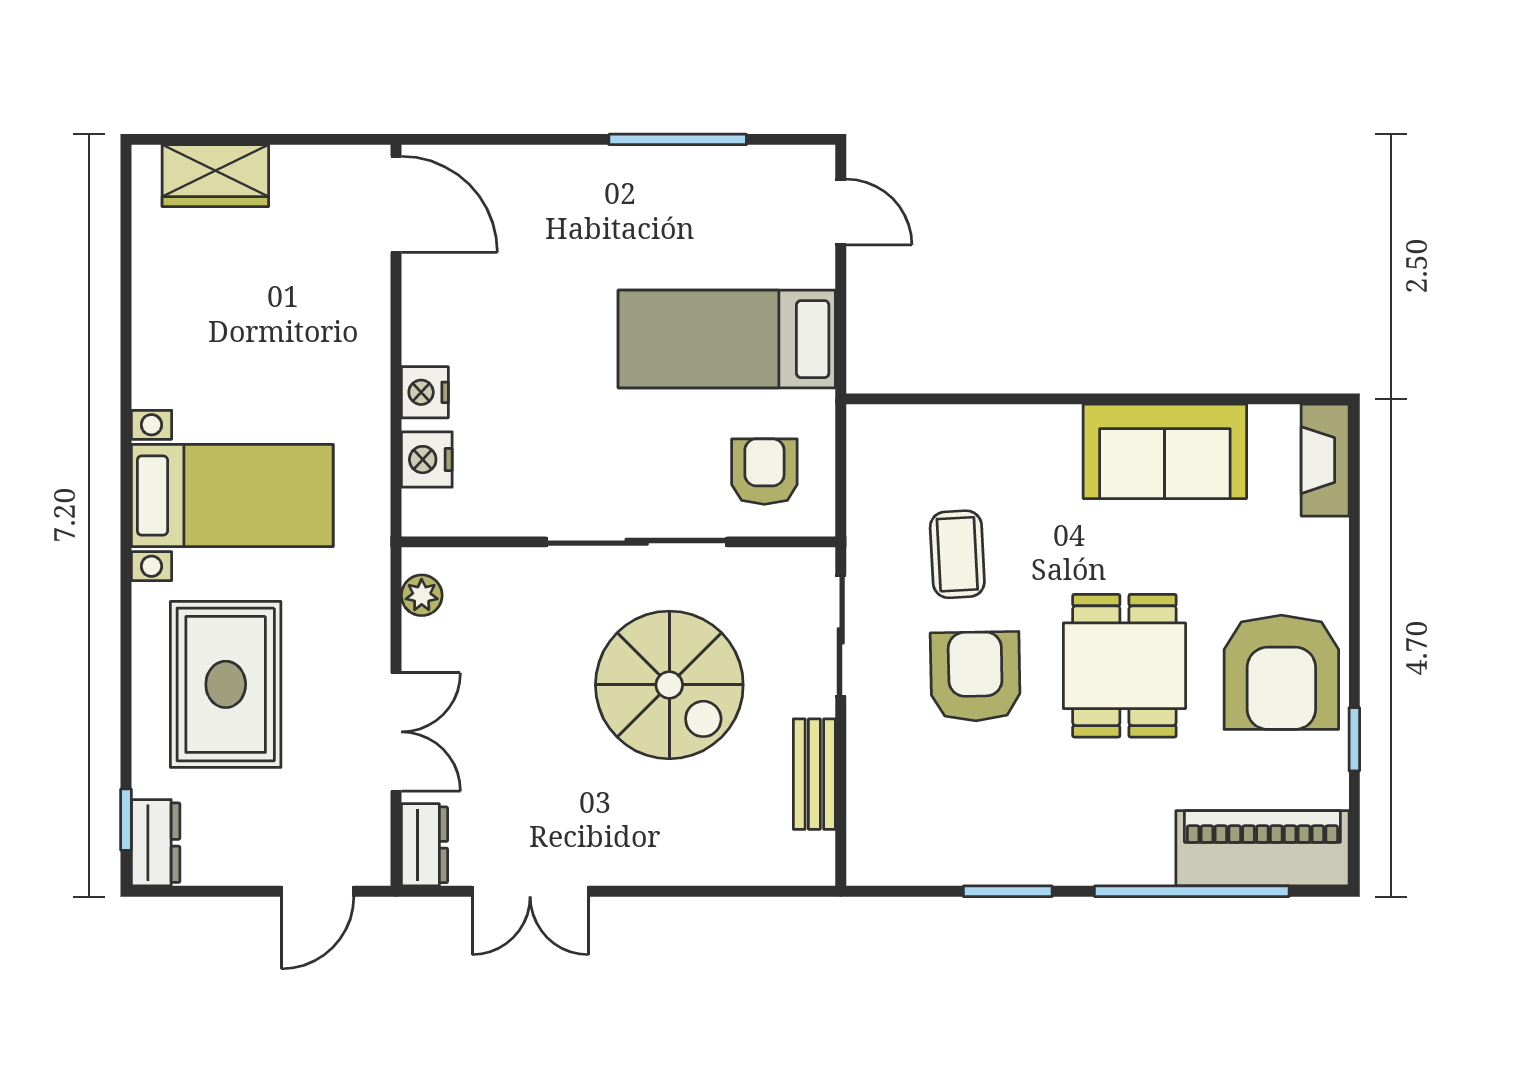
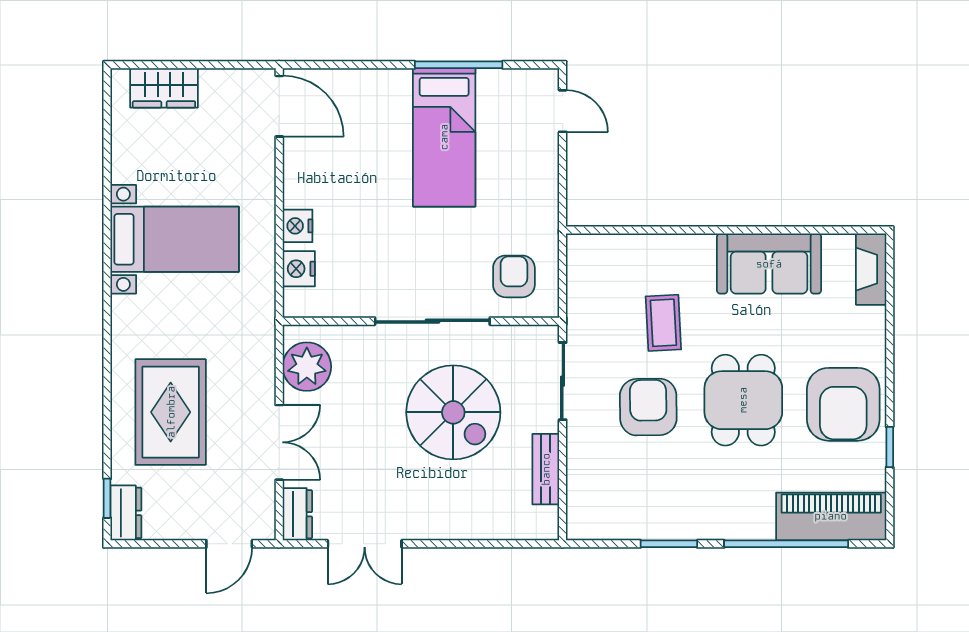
bed: (727, 339) -> (444, 137), moved, turned -90
bed with nightstands: (232, 495) -> (175, 239), moved
coffee table: (957, 554) -> (663, 323), moved
plant: (422, 595) -> (307, 367), width x1.88, depth x1.88

